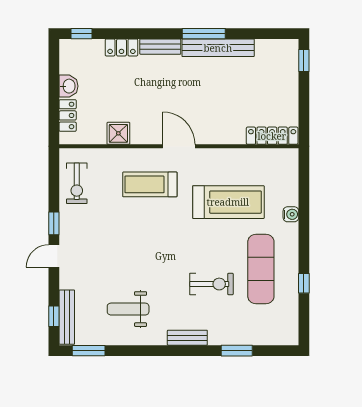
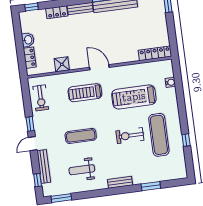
treadmill: (228, 202) -> (134, 97), turned 180
water cooler: (291, 214) -> (170, 82), moved
exercise mat: (134, 254) -> (81, 136), added
exercise bike: (211, 284) -> (130, 136), moved, turned 180
bench: (67, 317) -> (44, 166), moved

